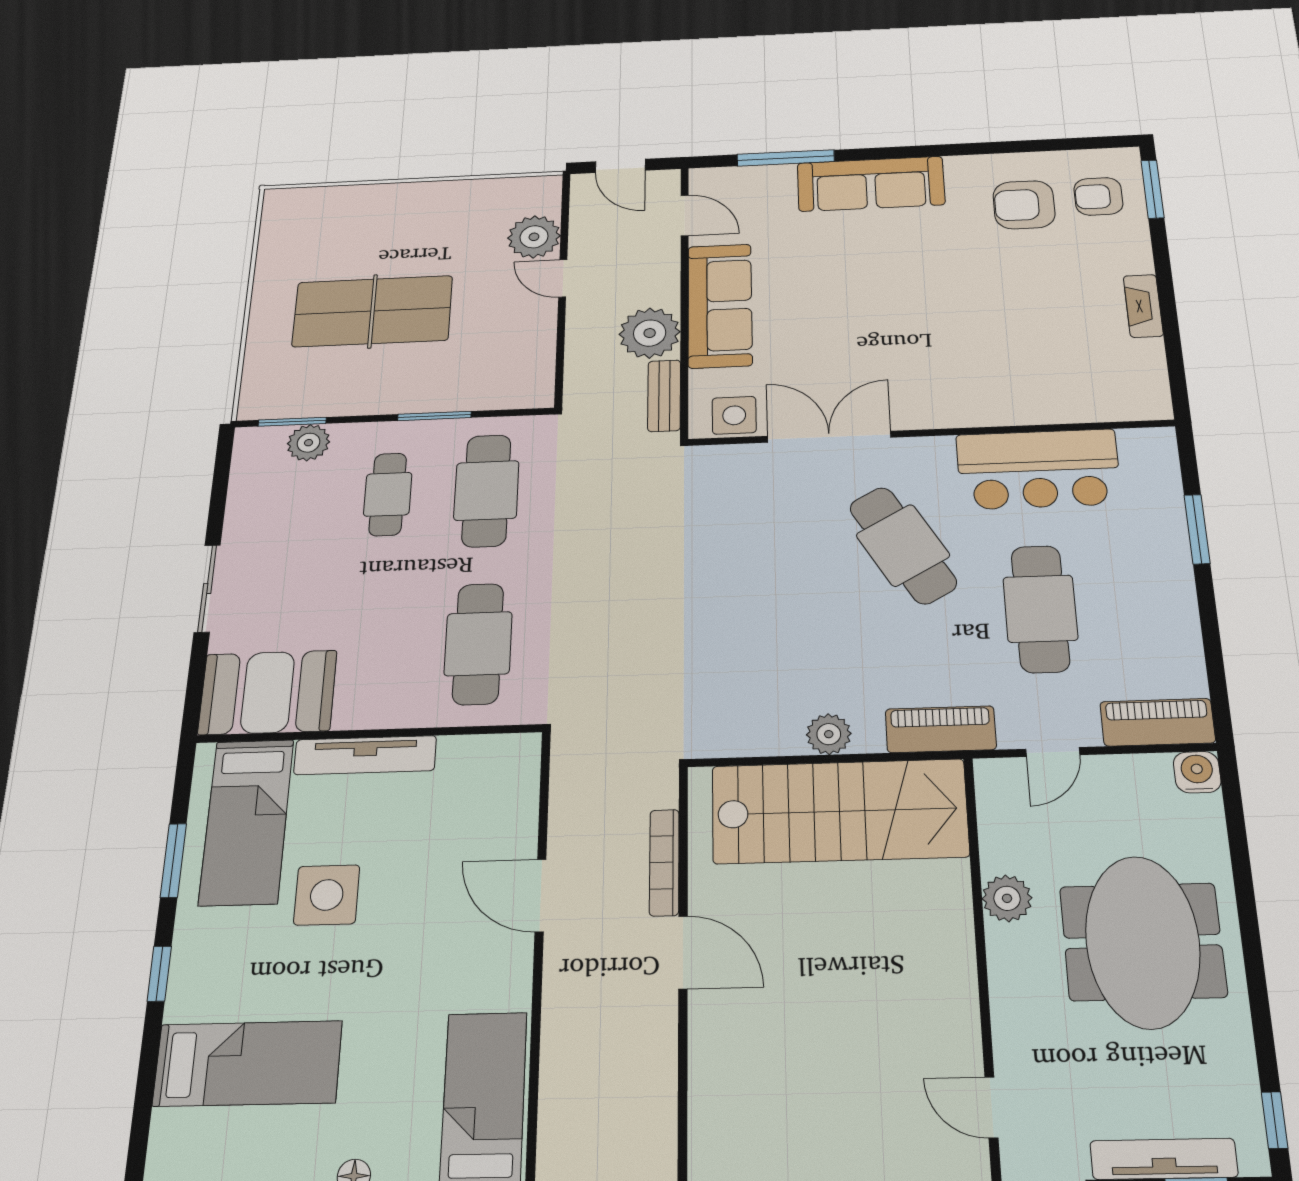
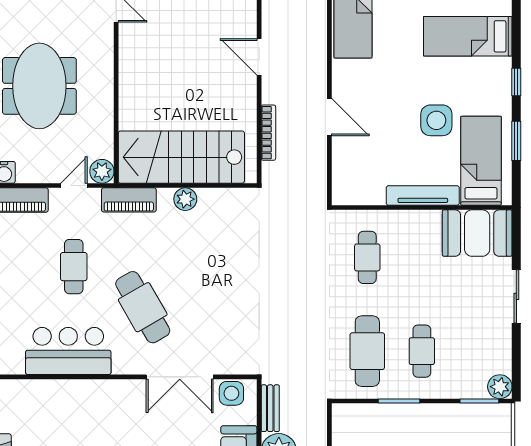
plant: (308, 443) -> (500, 387), moved
cafe table: (1040, 609) -> (74, 267), width x0.73, depth x0.74
cafe table: (478, 644) -> (367, 257), width x0.73, depth x0.74
plant: (1007, 898) -> (102, 171), moved
door: (683, 952) -> (259, 57), moved

